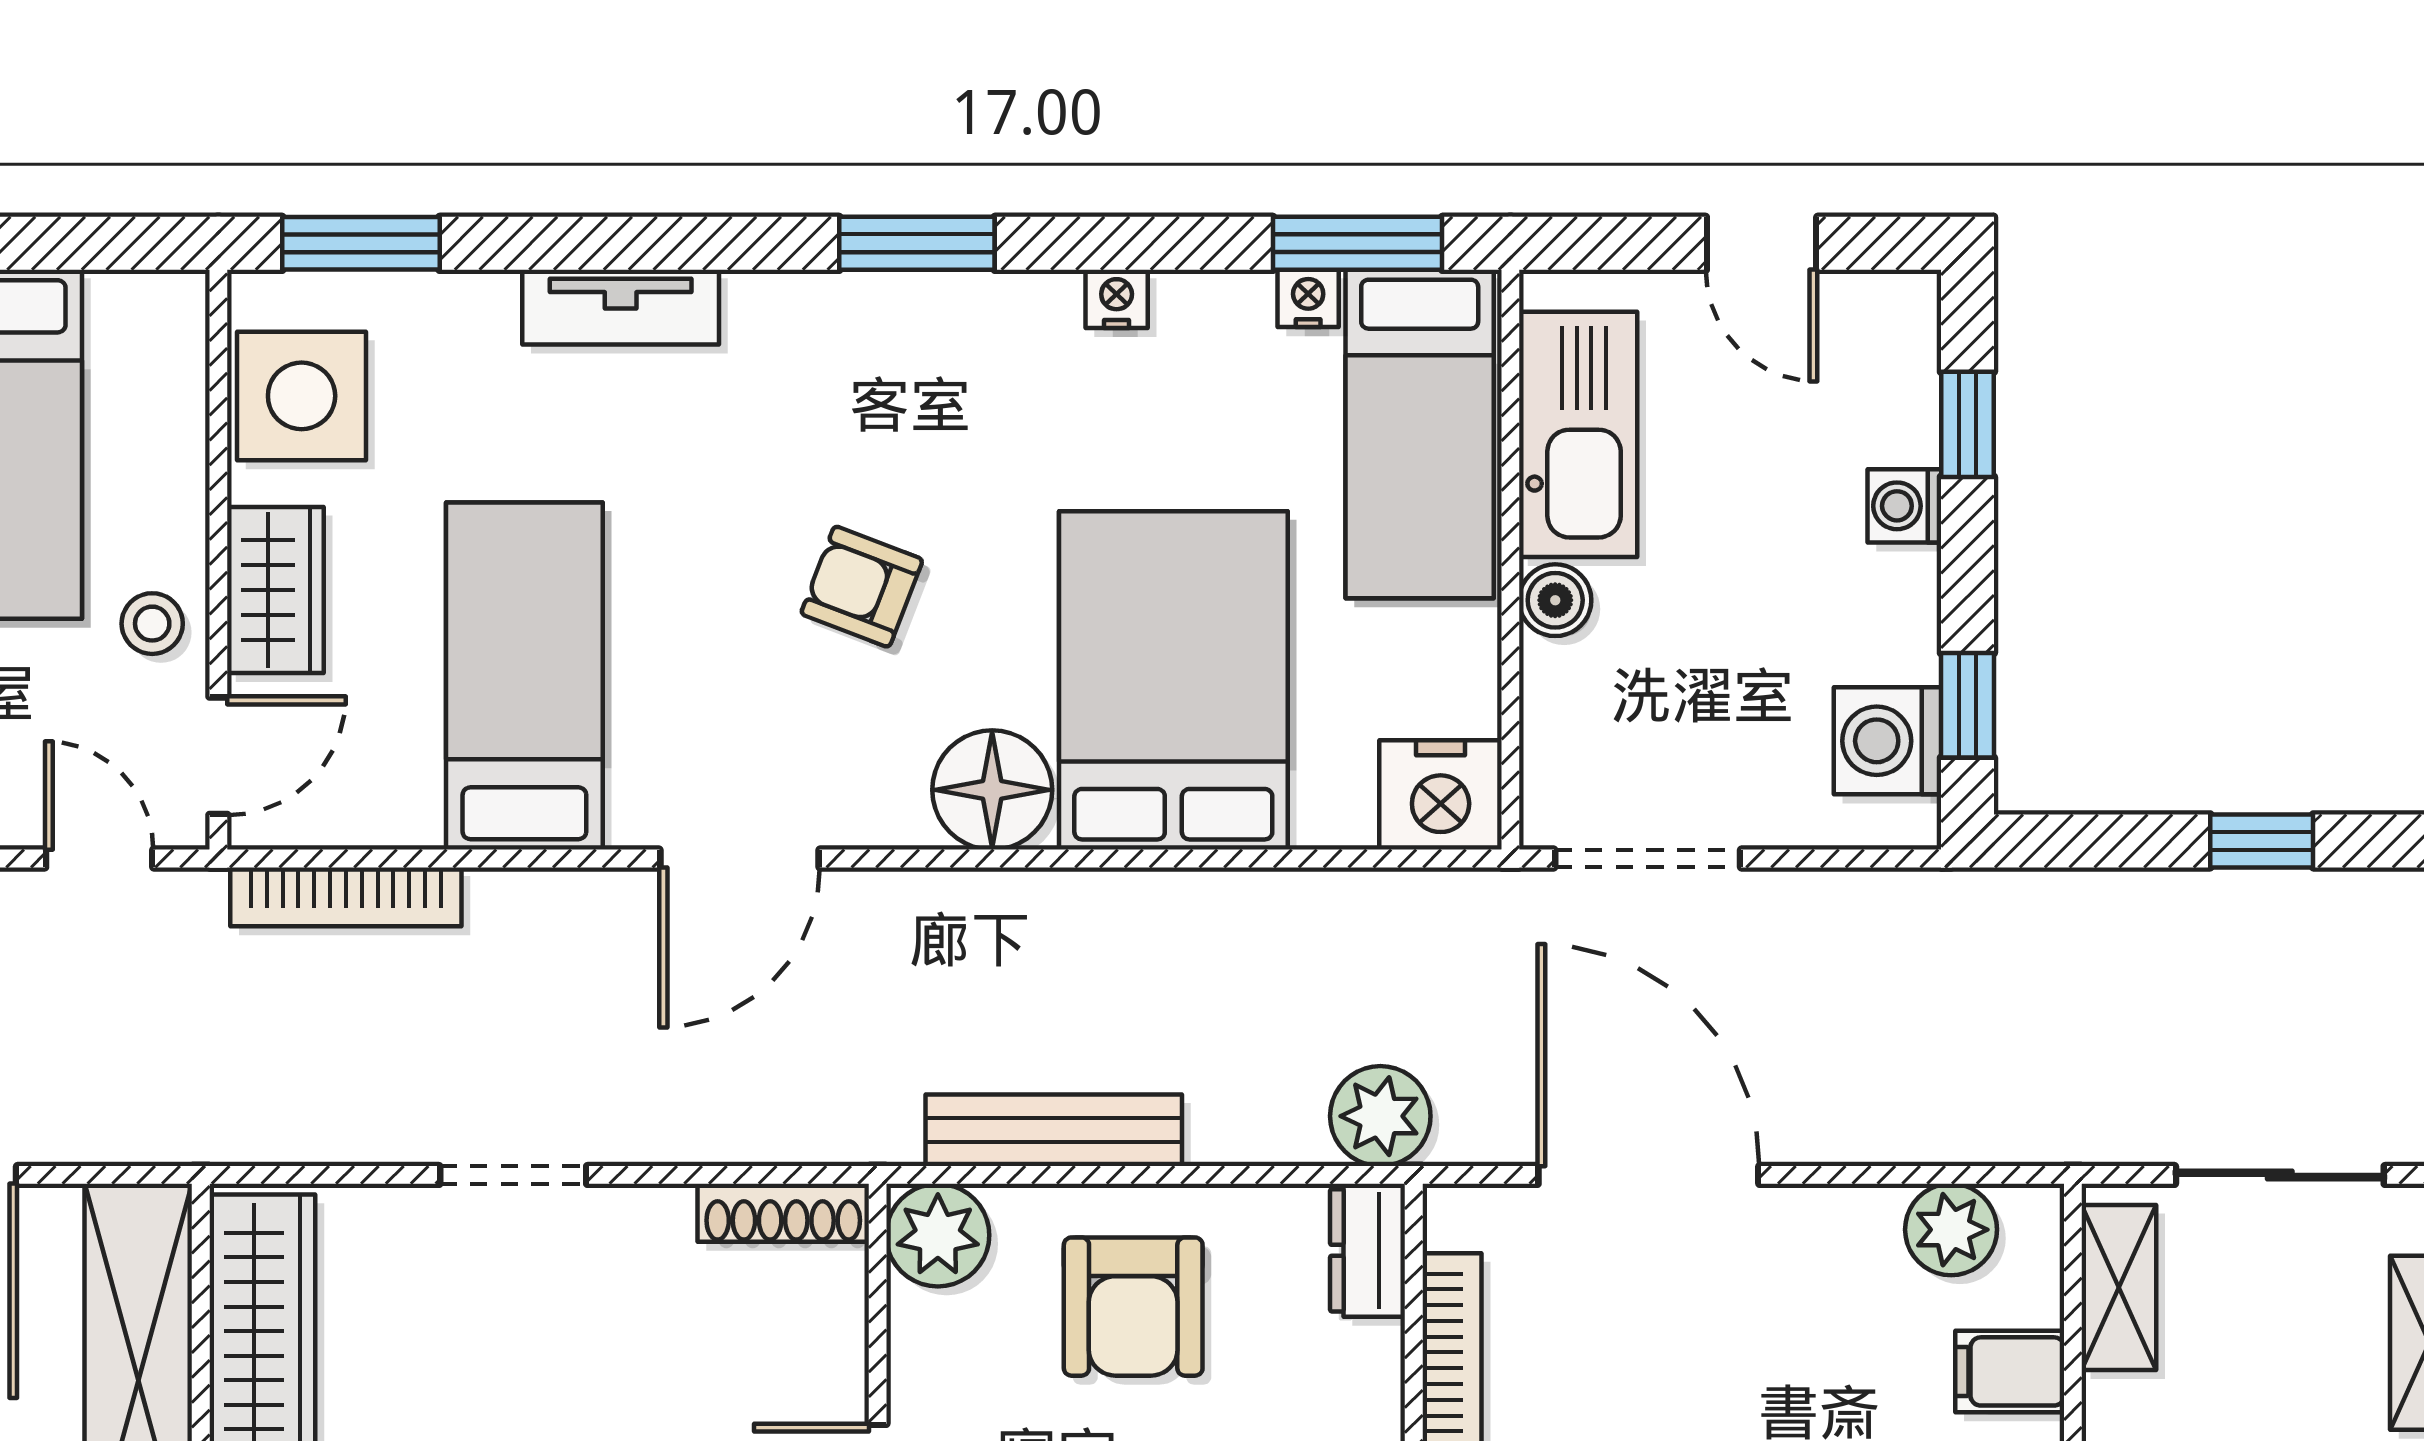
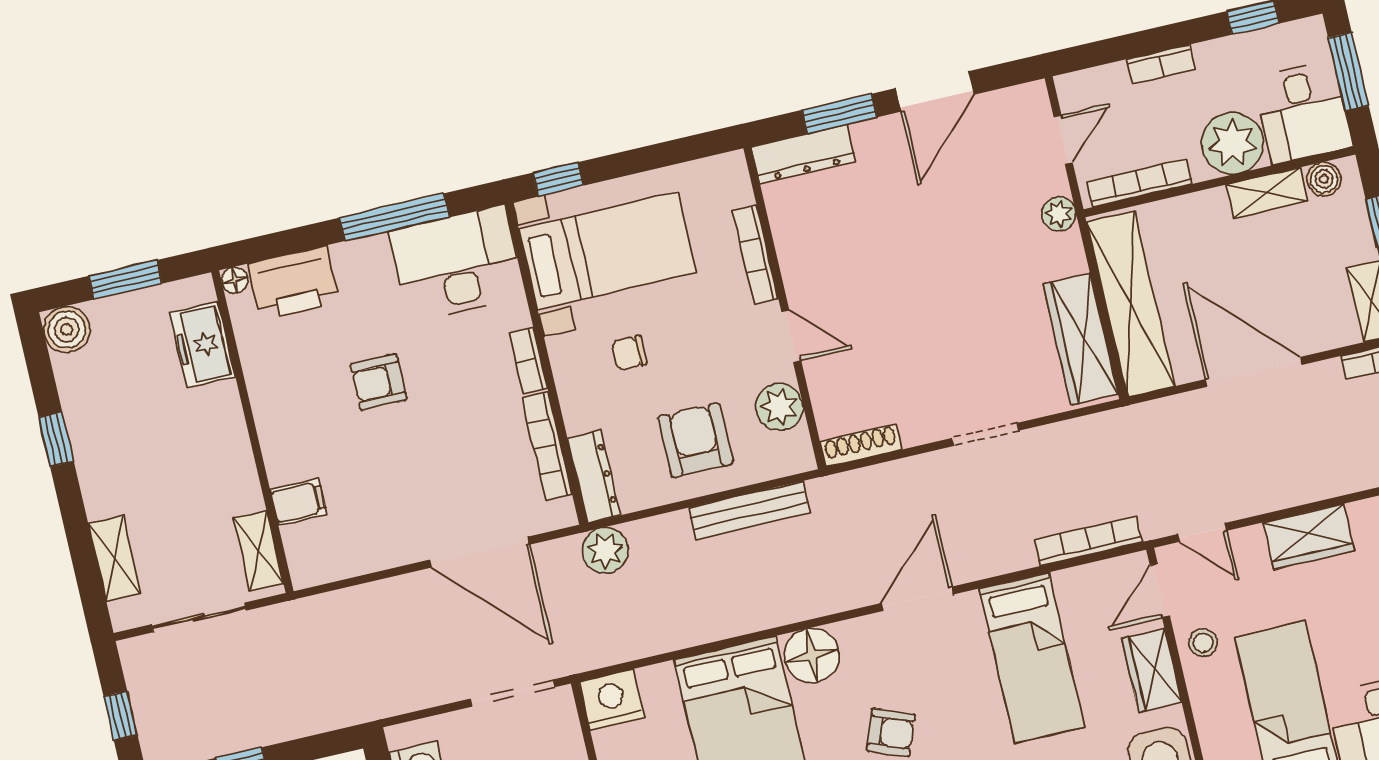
plant: (1951, 1230) -> (339, 559), removed
plant: (938, 1235) -> (779, 407), moved
dresser: (1367, 1250) -> (594, 476), width x1.44

